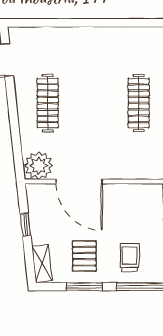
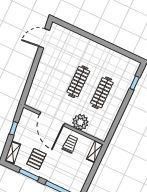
clothes rail: (48, 103) -> (78, 82), moved
plant: (39, 166) -> (80, 122), moved
trolley: (130, 258) -> (70, 144), moved

